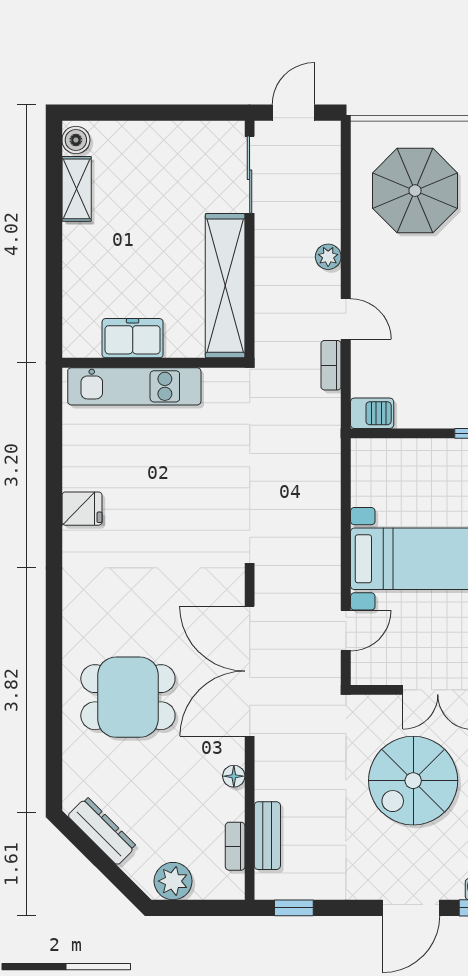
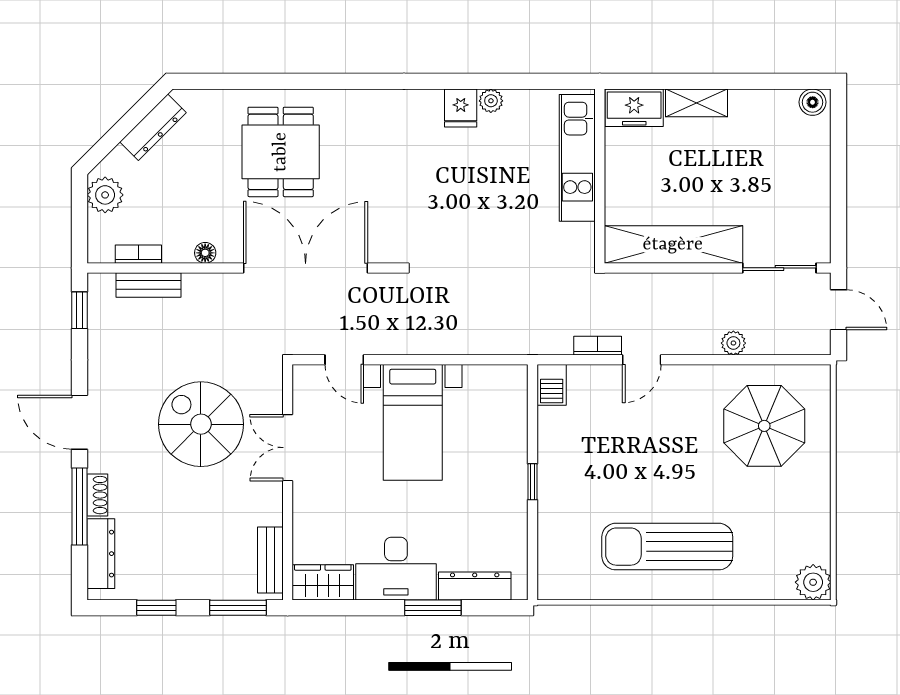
shelving: (77, 189) -> (697, 103), moved
plant: (328, 257) -> (733, 343), moved
freezer: (133, 338) -> (634, 108), moved, turned 90
plant: (74, 477) -> (491, 101), added

